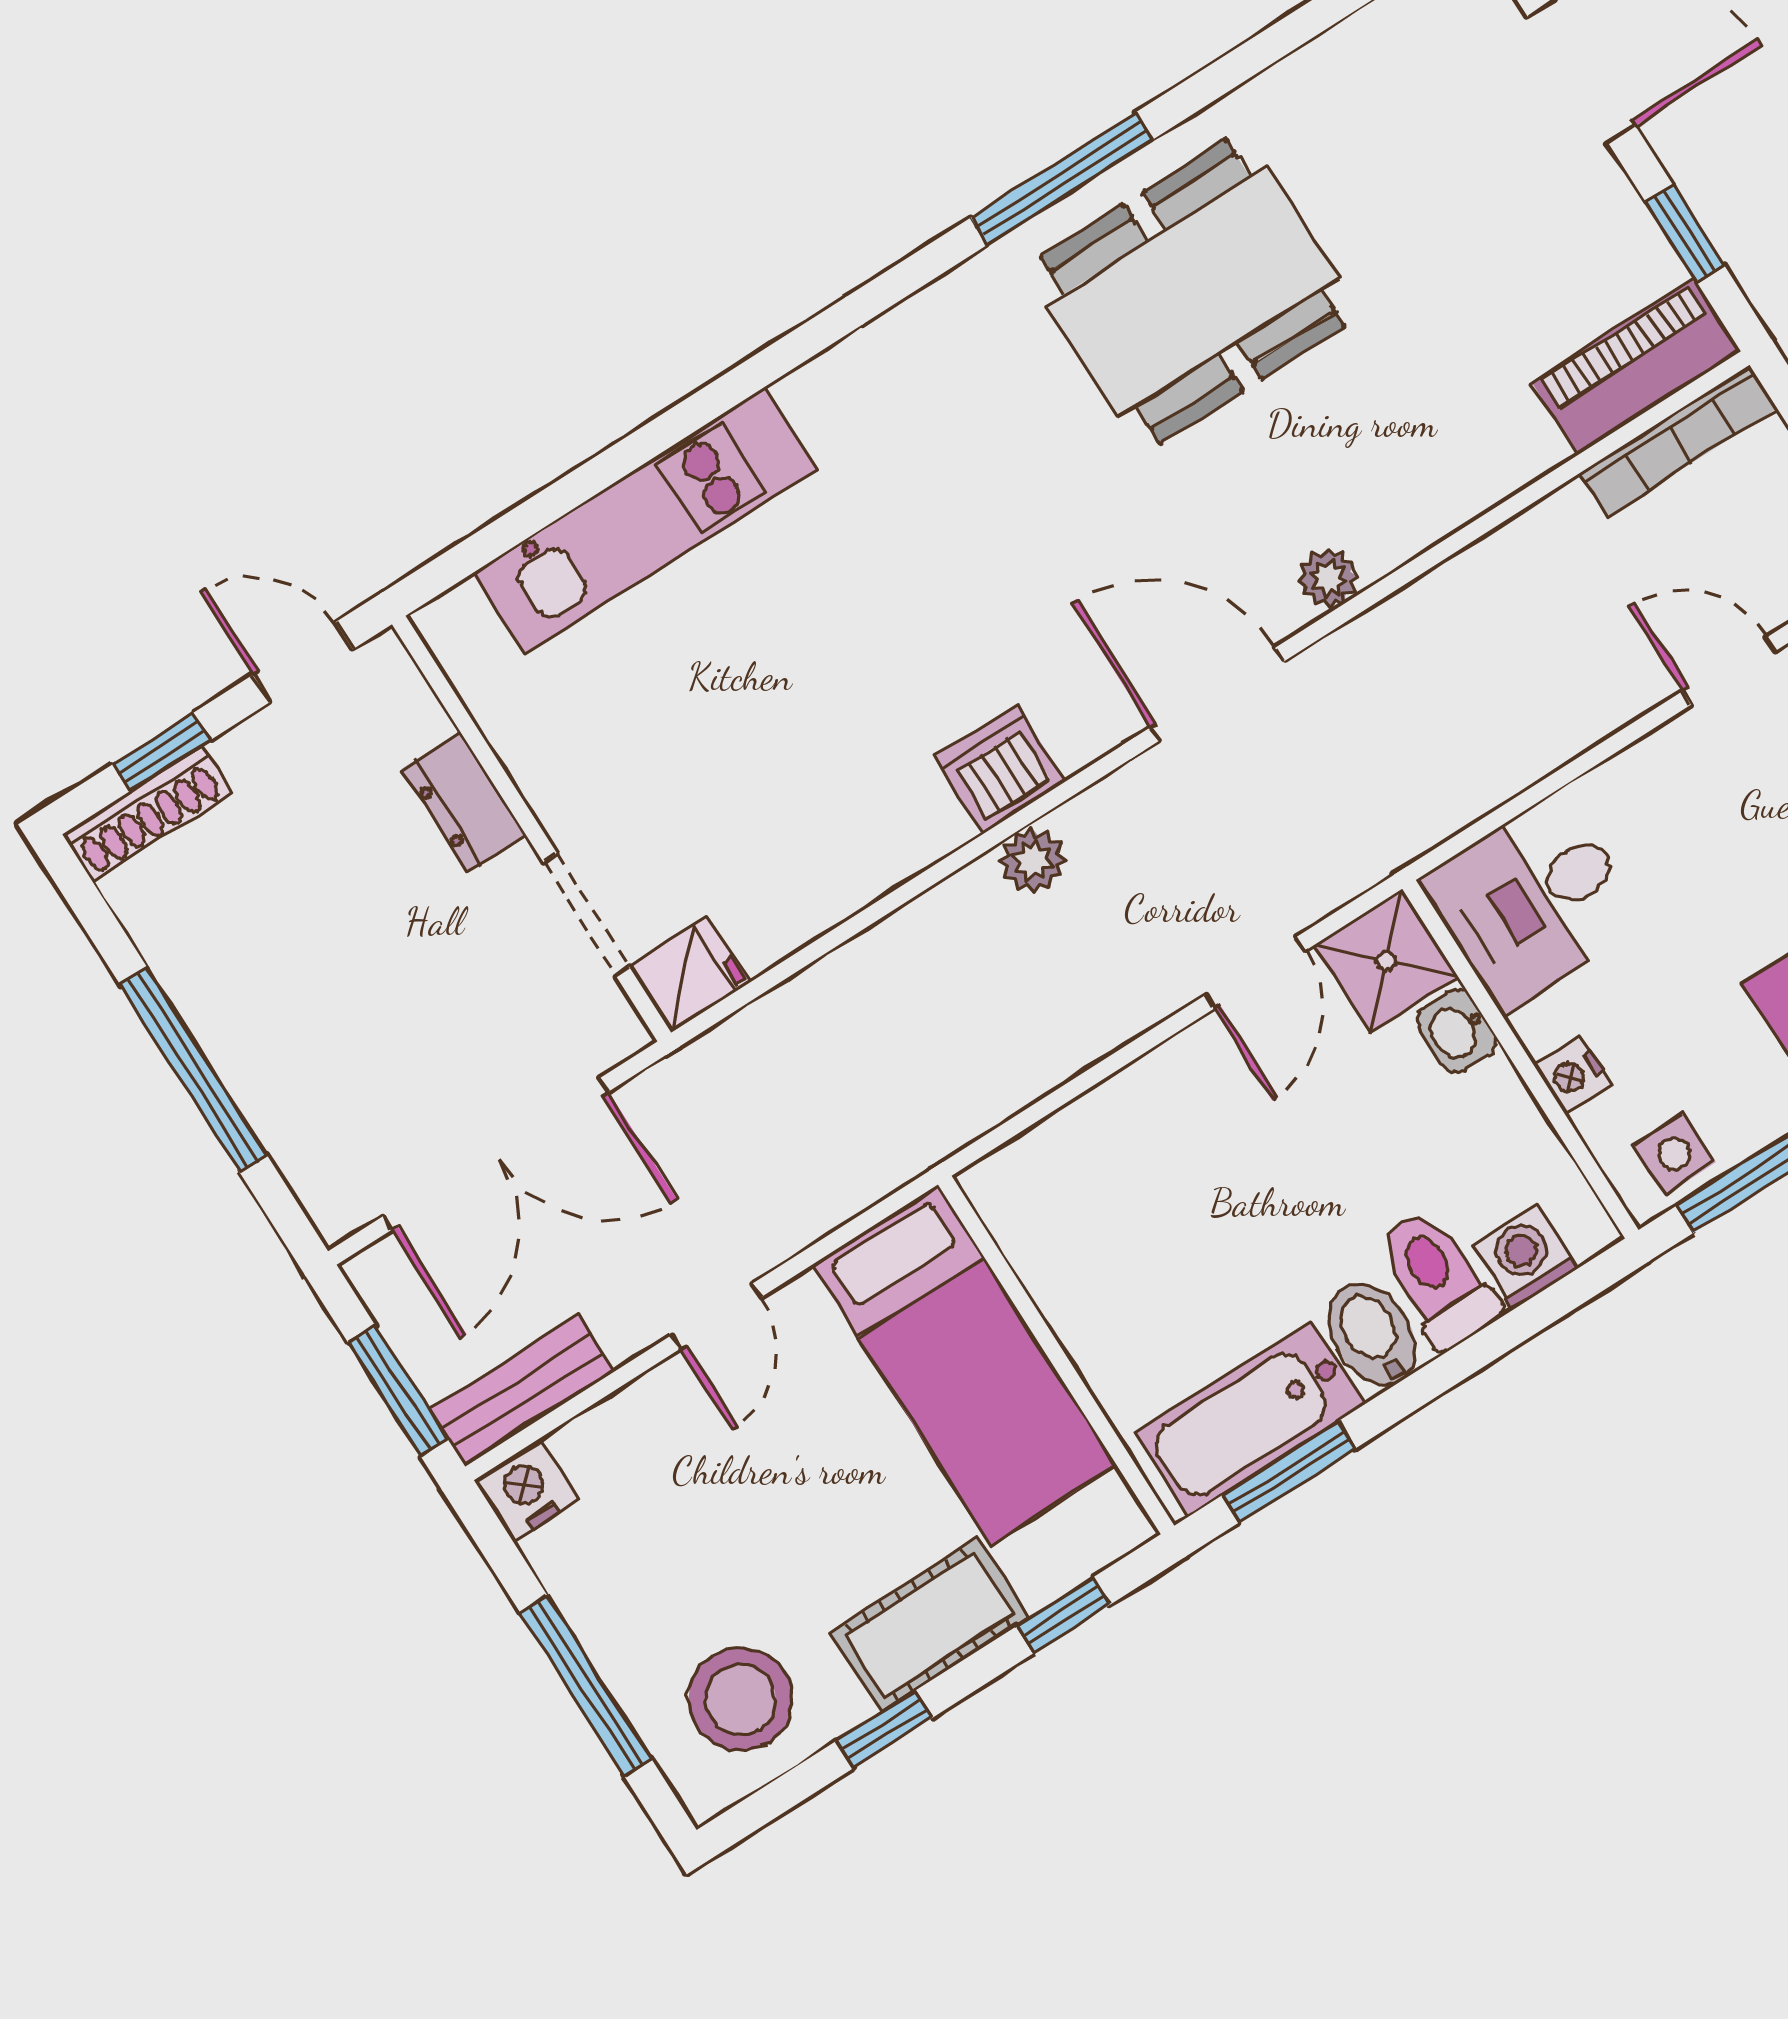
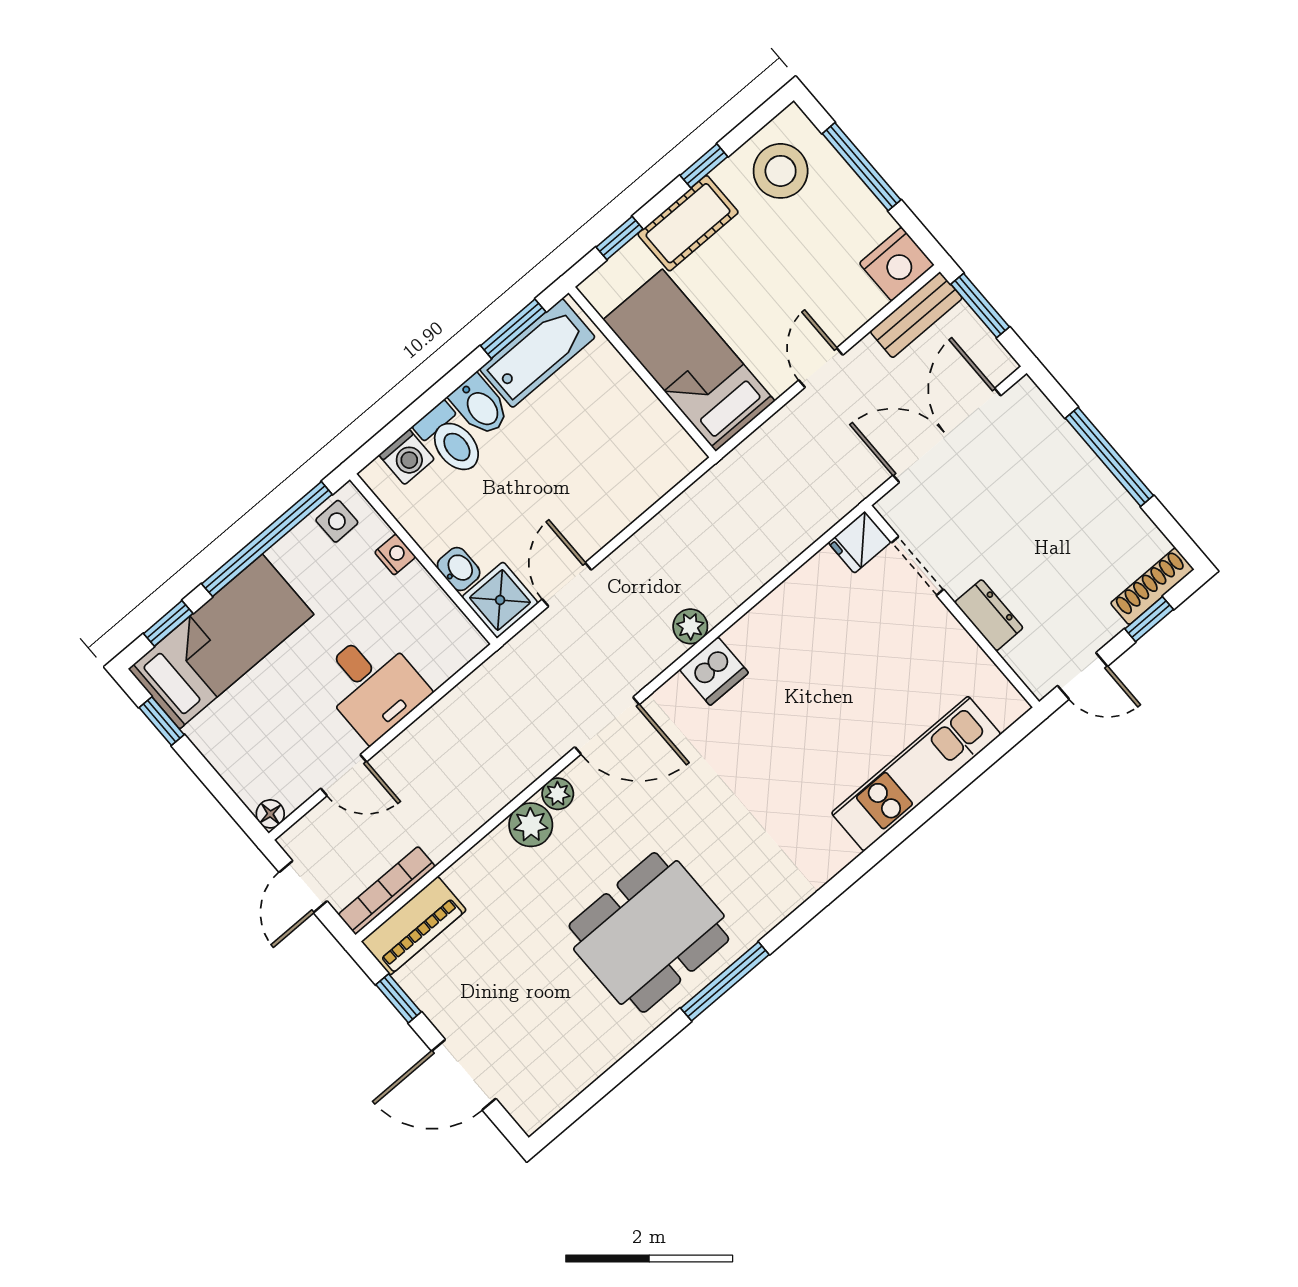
plant: (1388, 527) -> (531, 825), added
desk: (1533, 901) -> (372, 685), moved, turned 90
nightstand: (527, 1490) -> (897, 264), width x1.36, depth x1.33

